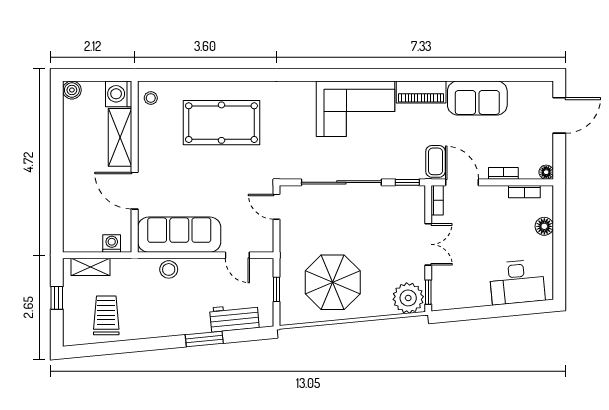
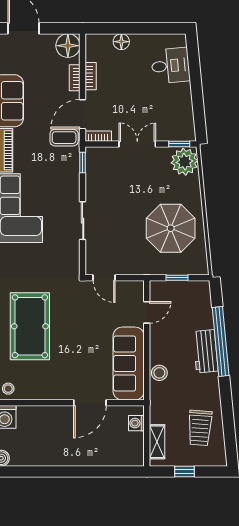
shelving: (120, 137) -> (43, 416), removed
floor lamp: (546, 172) -> (68, 46), width x1.89, depth x1.89
sliding door: (341, 182) -> (83, 221), width x0.54
bookcase: (524, 192) -> (91, 76), moved
door: (277, 207) -> (104, 278), hinge flipped
desk: (517, 282) -> (171, 66), width x0.73
trolley: (106, 315) -> (200, 428), turned -86
workbench: (234, 318) -> (205, 351), moved
window: (204, 339) -> (221, 341), width x2.11

